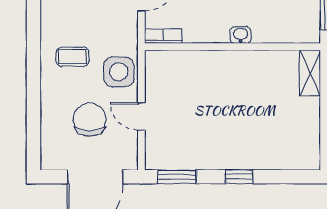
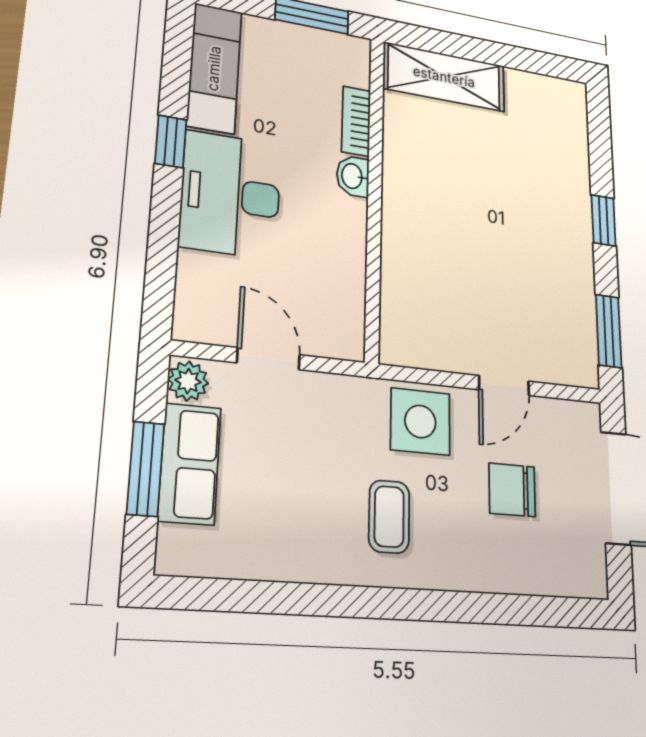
bookcase: (163, 36) -> (356, 121), moved
shelving: (310, 73) -> (444, 77), width x1.50, depth x1.33
chair: (90, 120) -> (512, 490), width x0.73, depth x0.73

